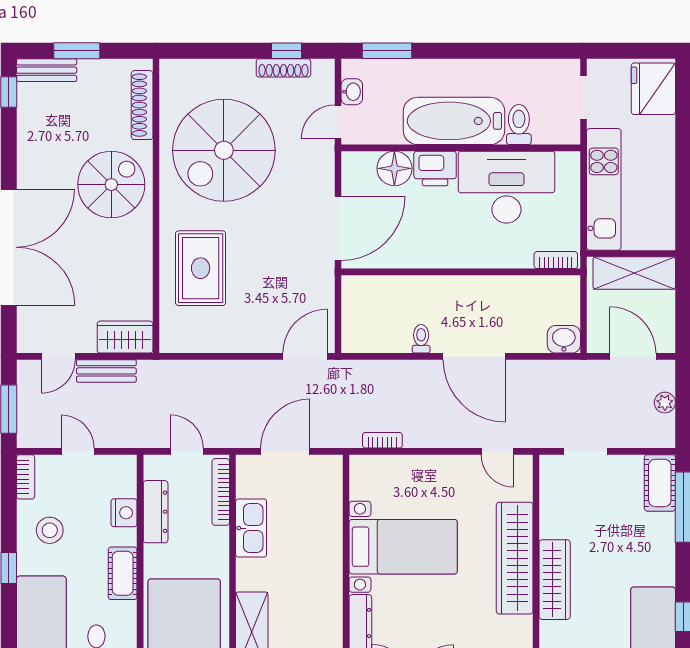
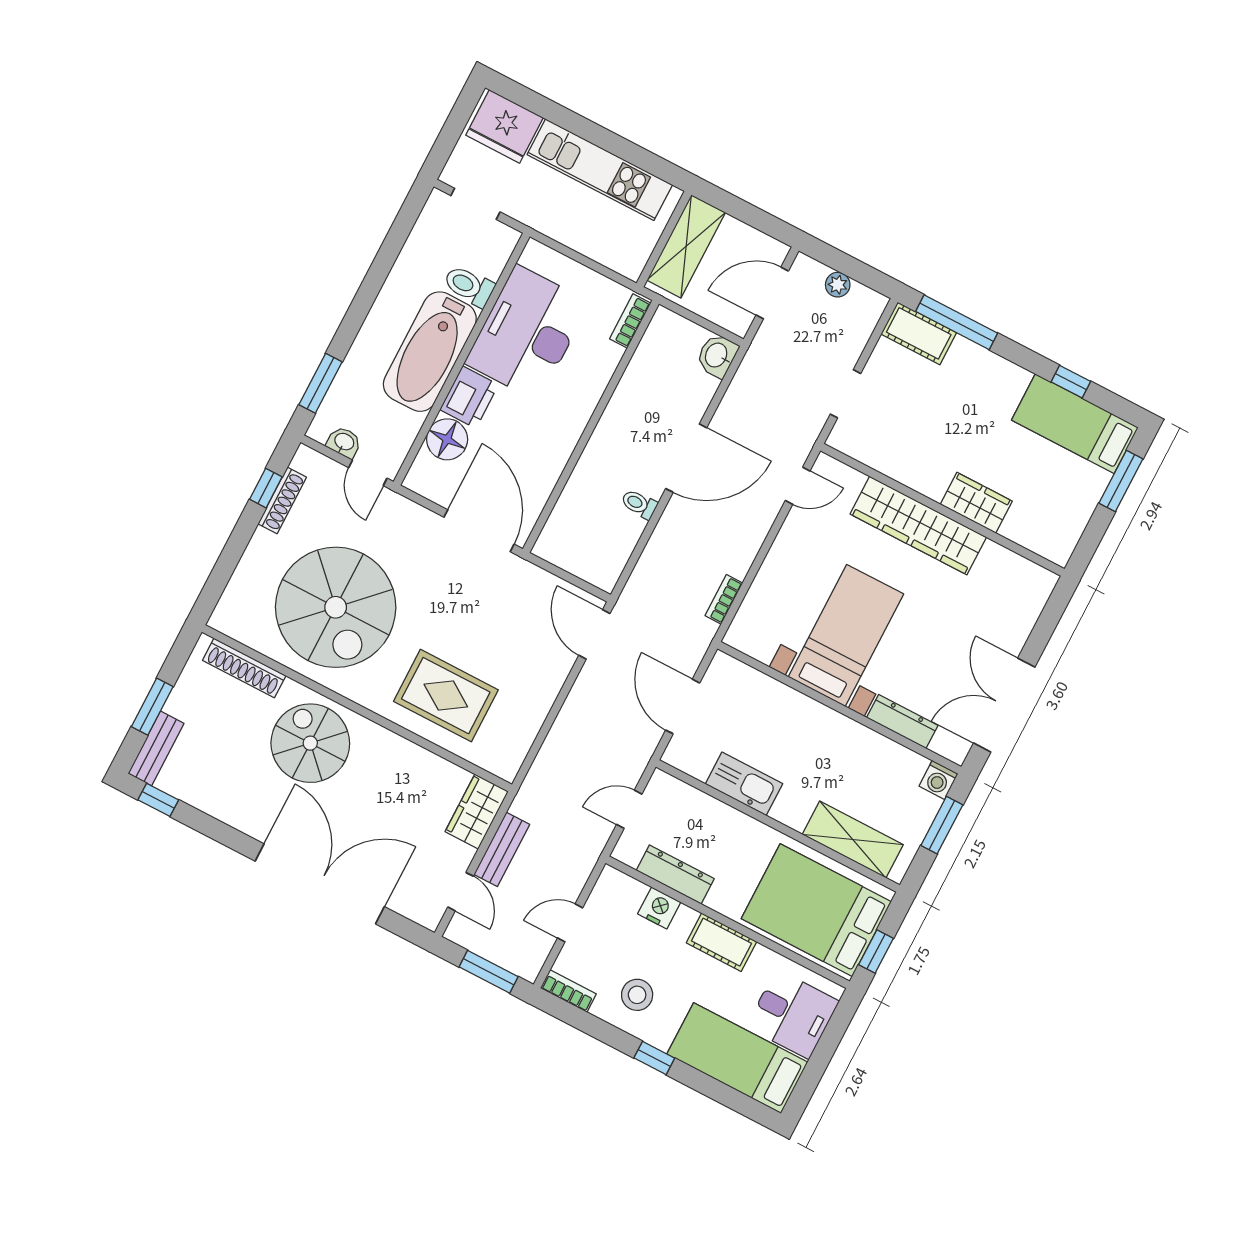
kitchen unit: (604, 189) -> (600, 170), moved, turned 180
bookcase: (221, 492) -> (690, 796), removed
wardrobe: (555, 580) -> (976, 503), width x0.67

